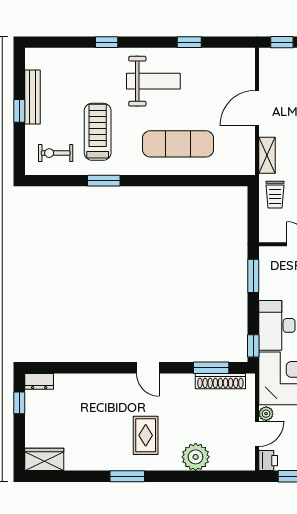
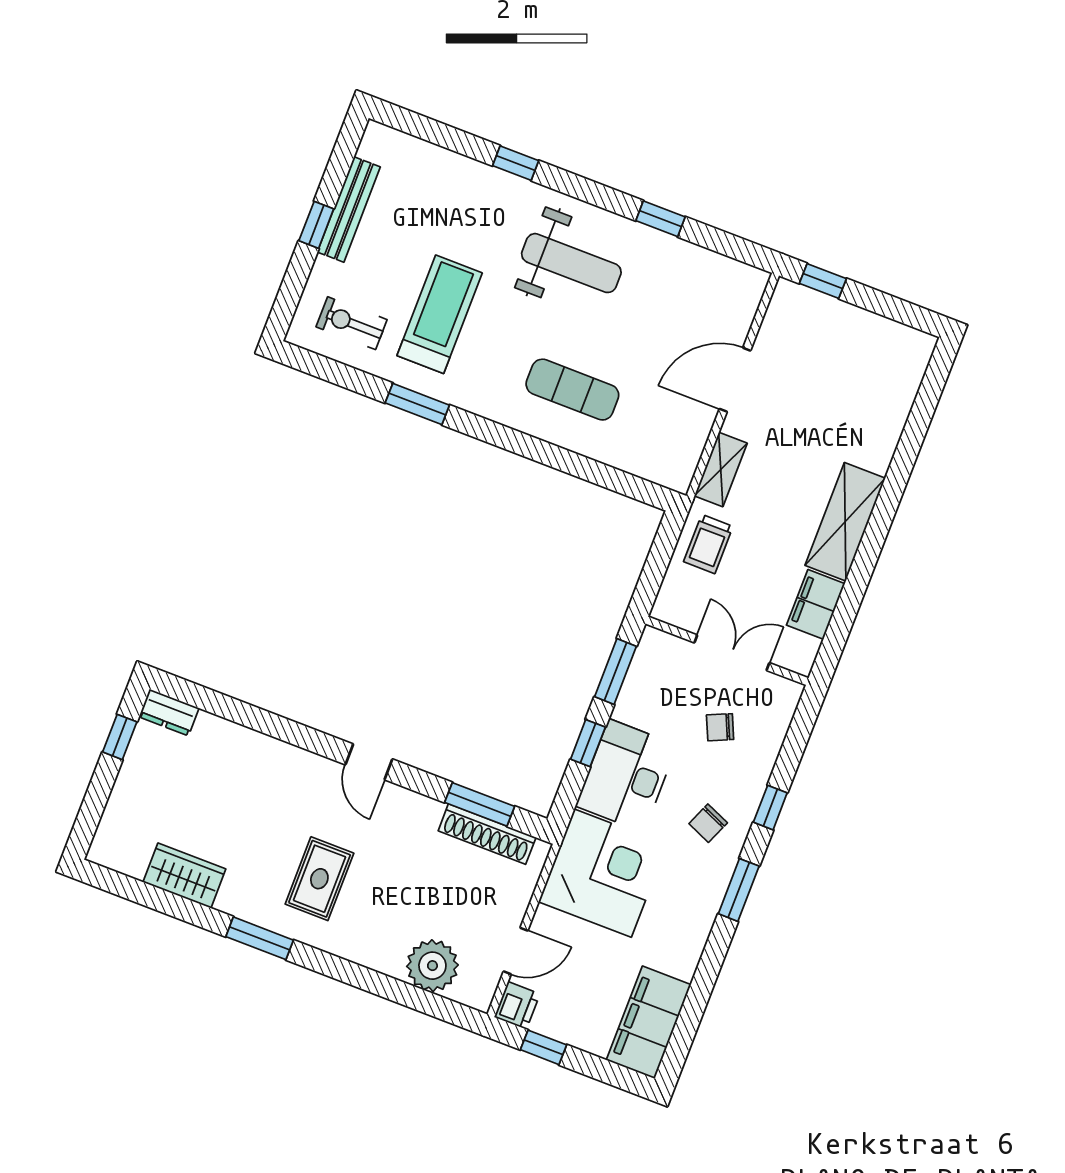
exercise mat: (178, 144) -> (572, 390), width x0.73, depth x0.69
window: (253, 346) -> (588, 743), moved
plant: (266, 414) -> (545, 922), removed
plant: (196, 457) -> (432, 966), moved
wardrobe: (44, 459) -> (184, 876), moved

